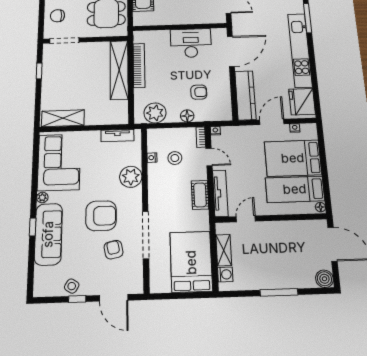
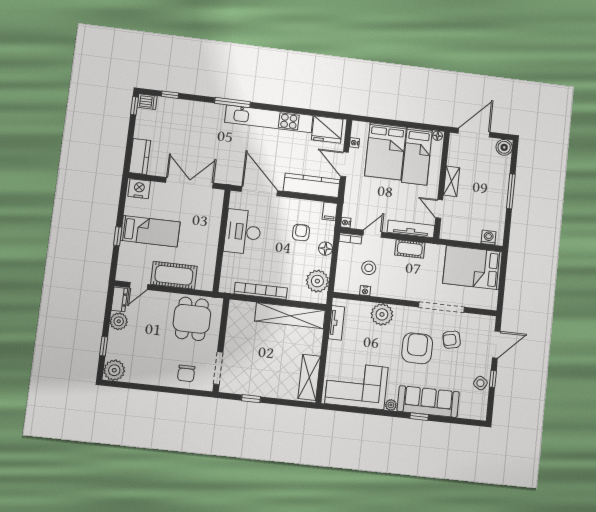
shelving: (119, 70) -> (290, 316), moved
filing cabinet: (224, 115) -> (330, 211), added
shelving: (224, 250) -> (452, 181), moved, turned 90

